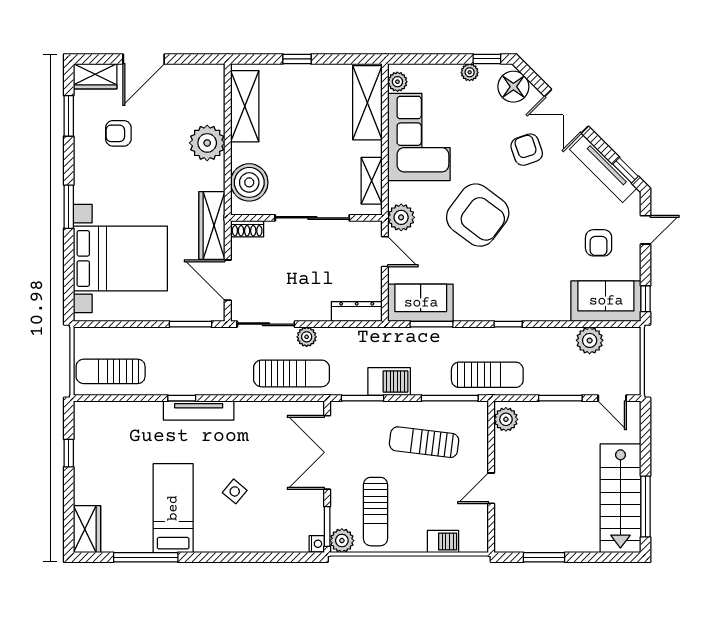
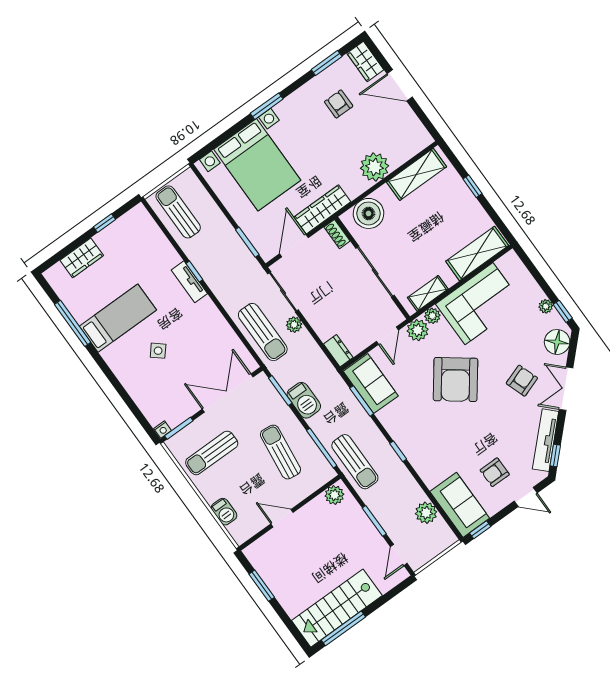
plant: (397, 82) -> (432, 316), moved
dresser: (357, 312) -> (338, 351), width x0.70
tv unit: (199, 411) -> (189, 282), width x0.71
wardrobe: (87, 529) -> (82, 258), moved
plant: (342, 541) -> (177, 445), removed

